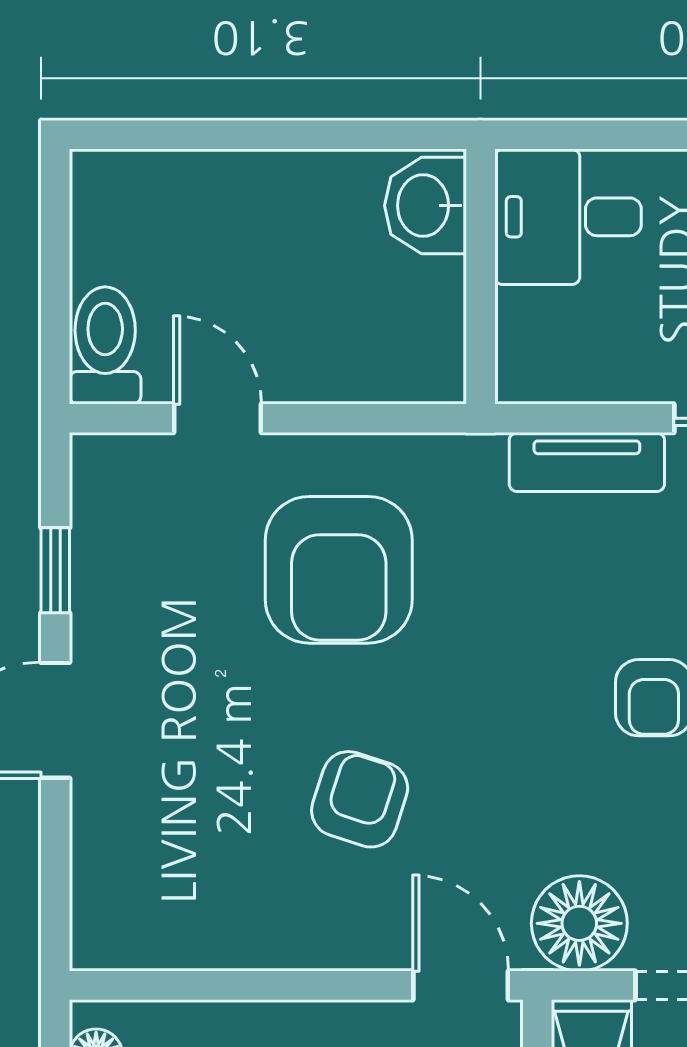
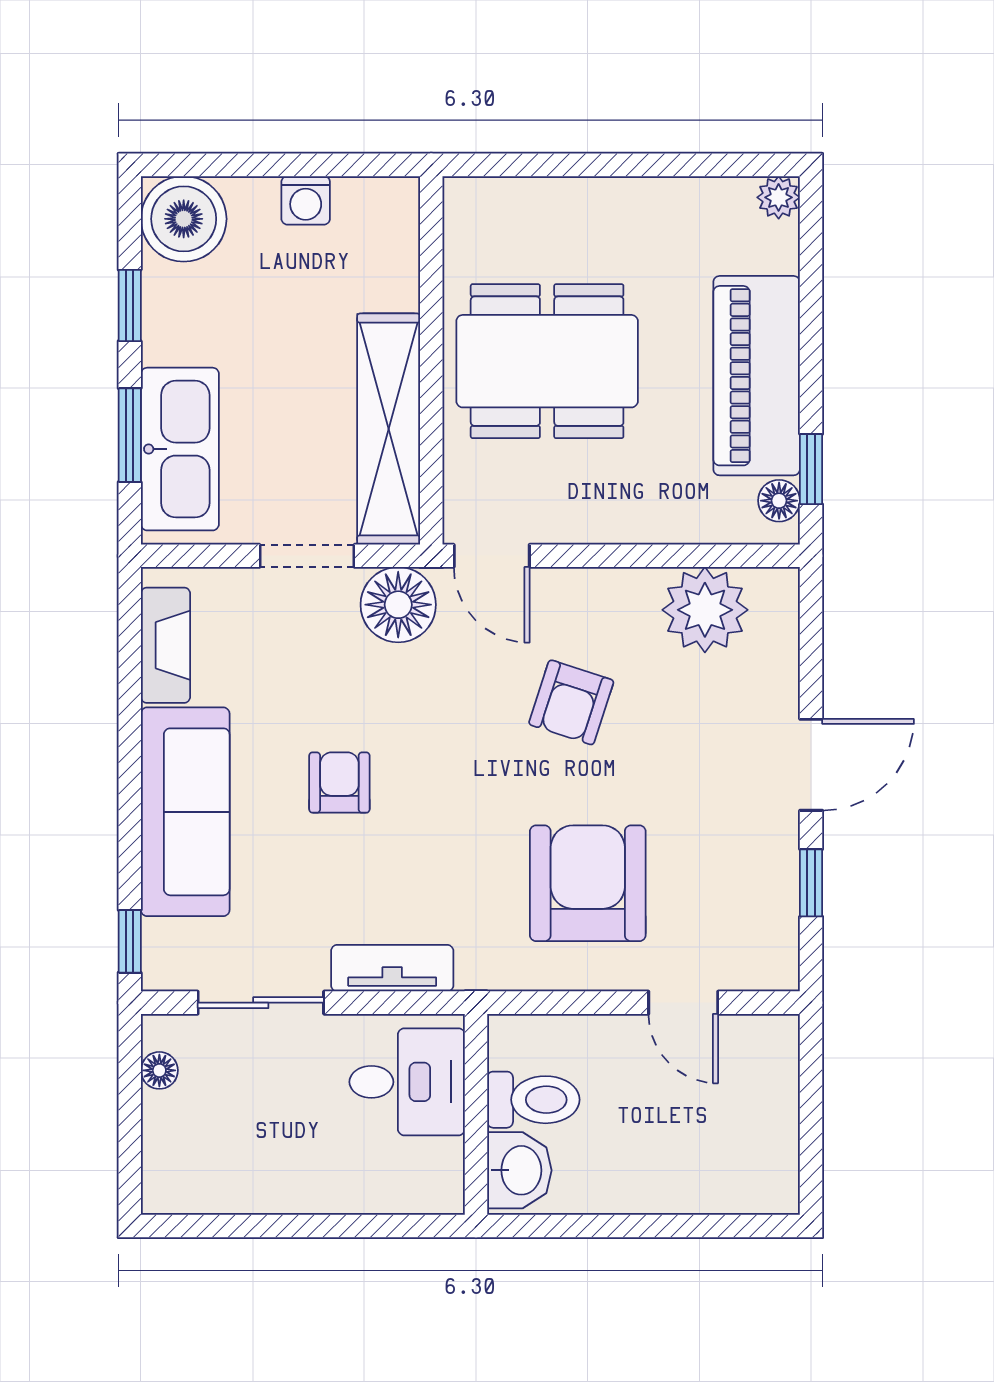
desk: (568, 217) -> (407, 1082), moved
toilet: (105, 345) -> (533, 1100), moved, turned -90
plant: (190, 917) -> (705, 610), added

